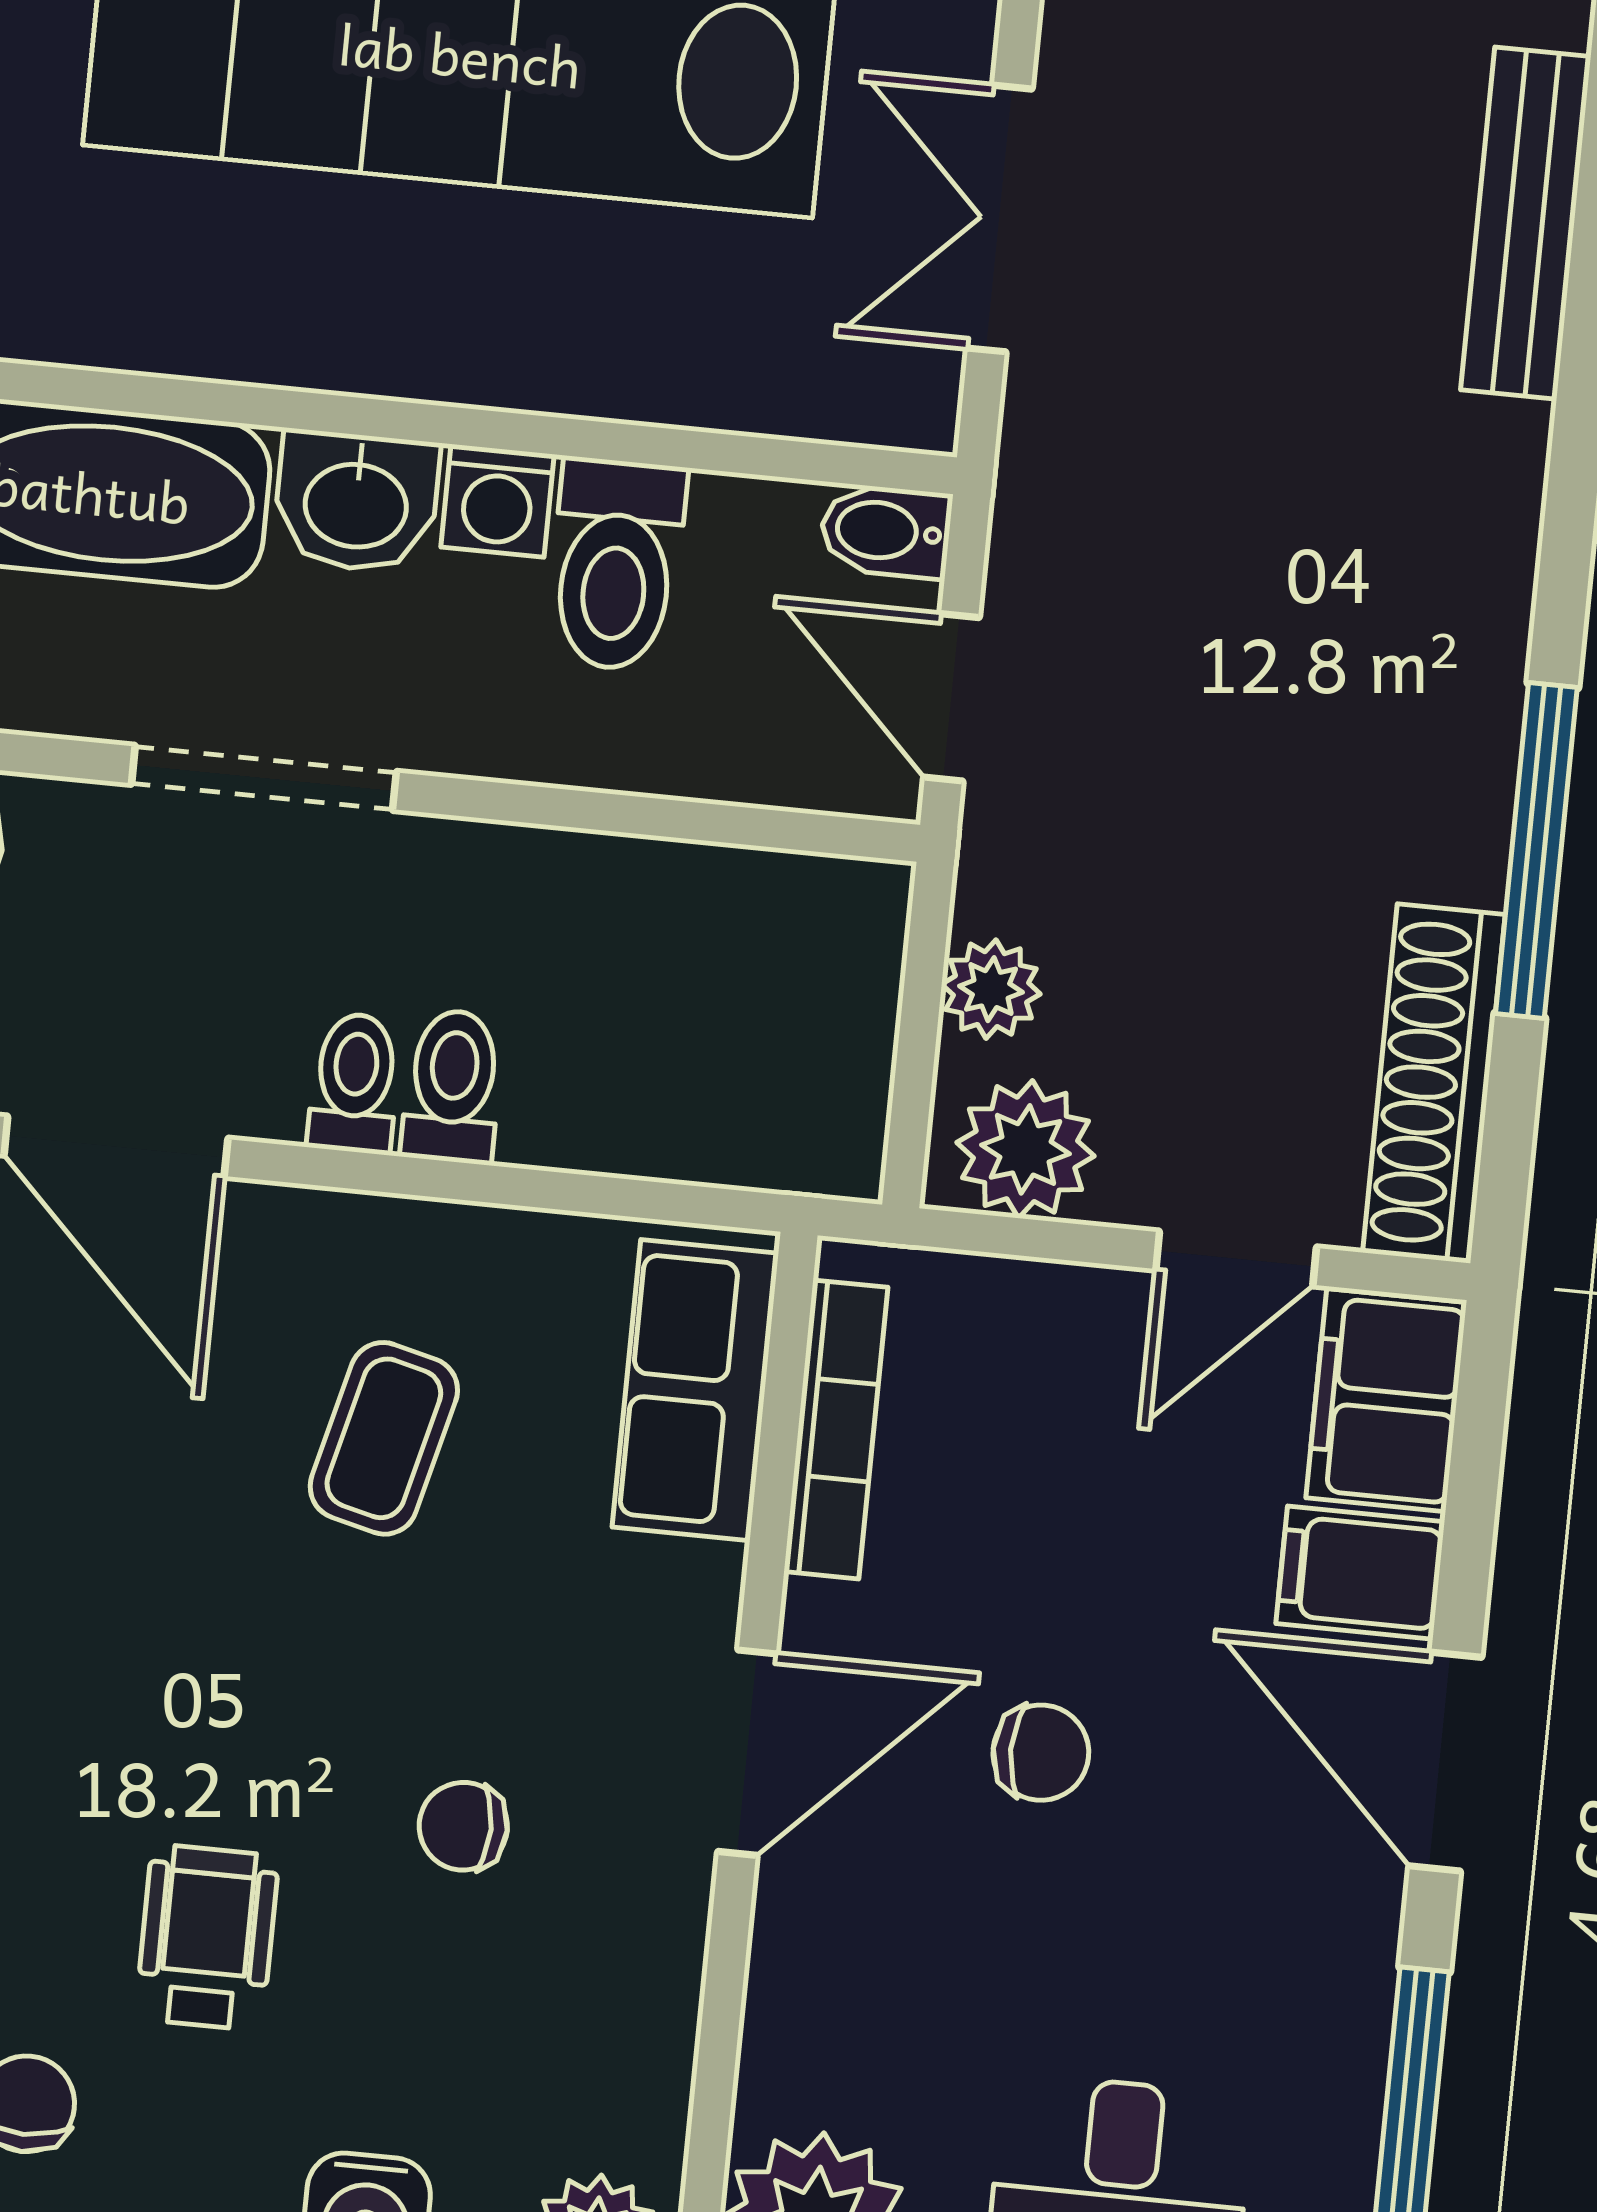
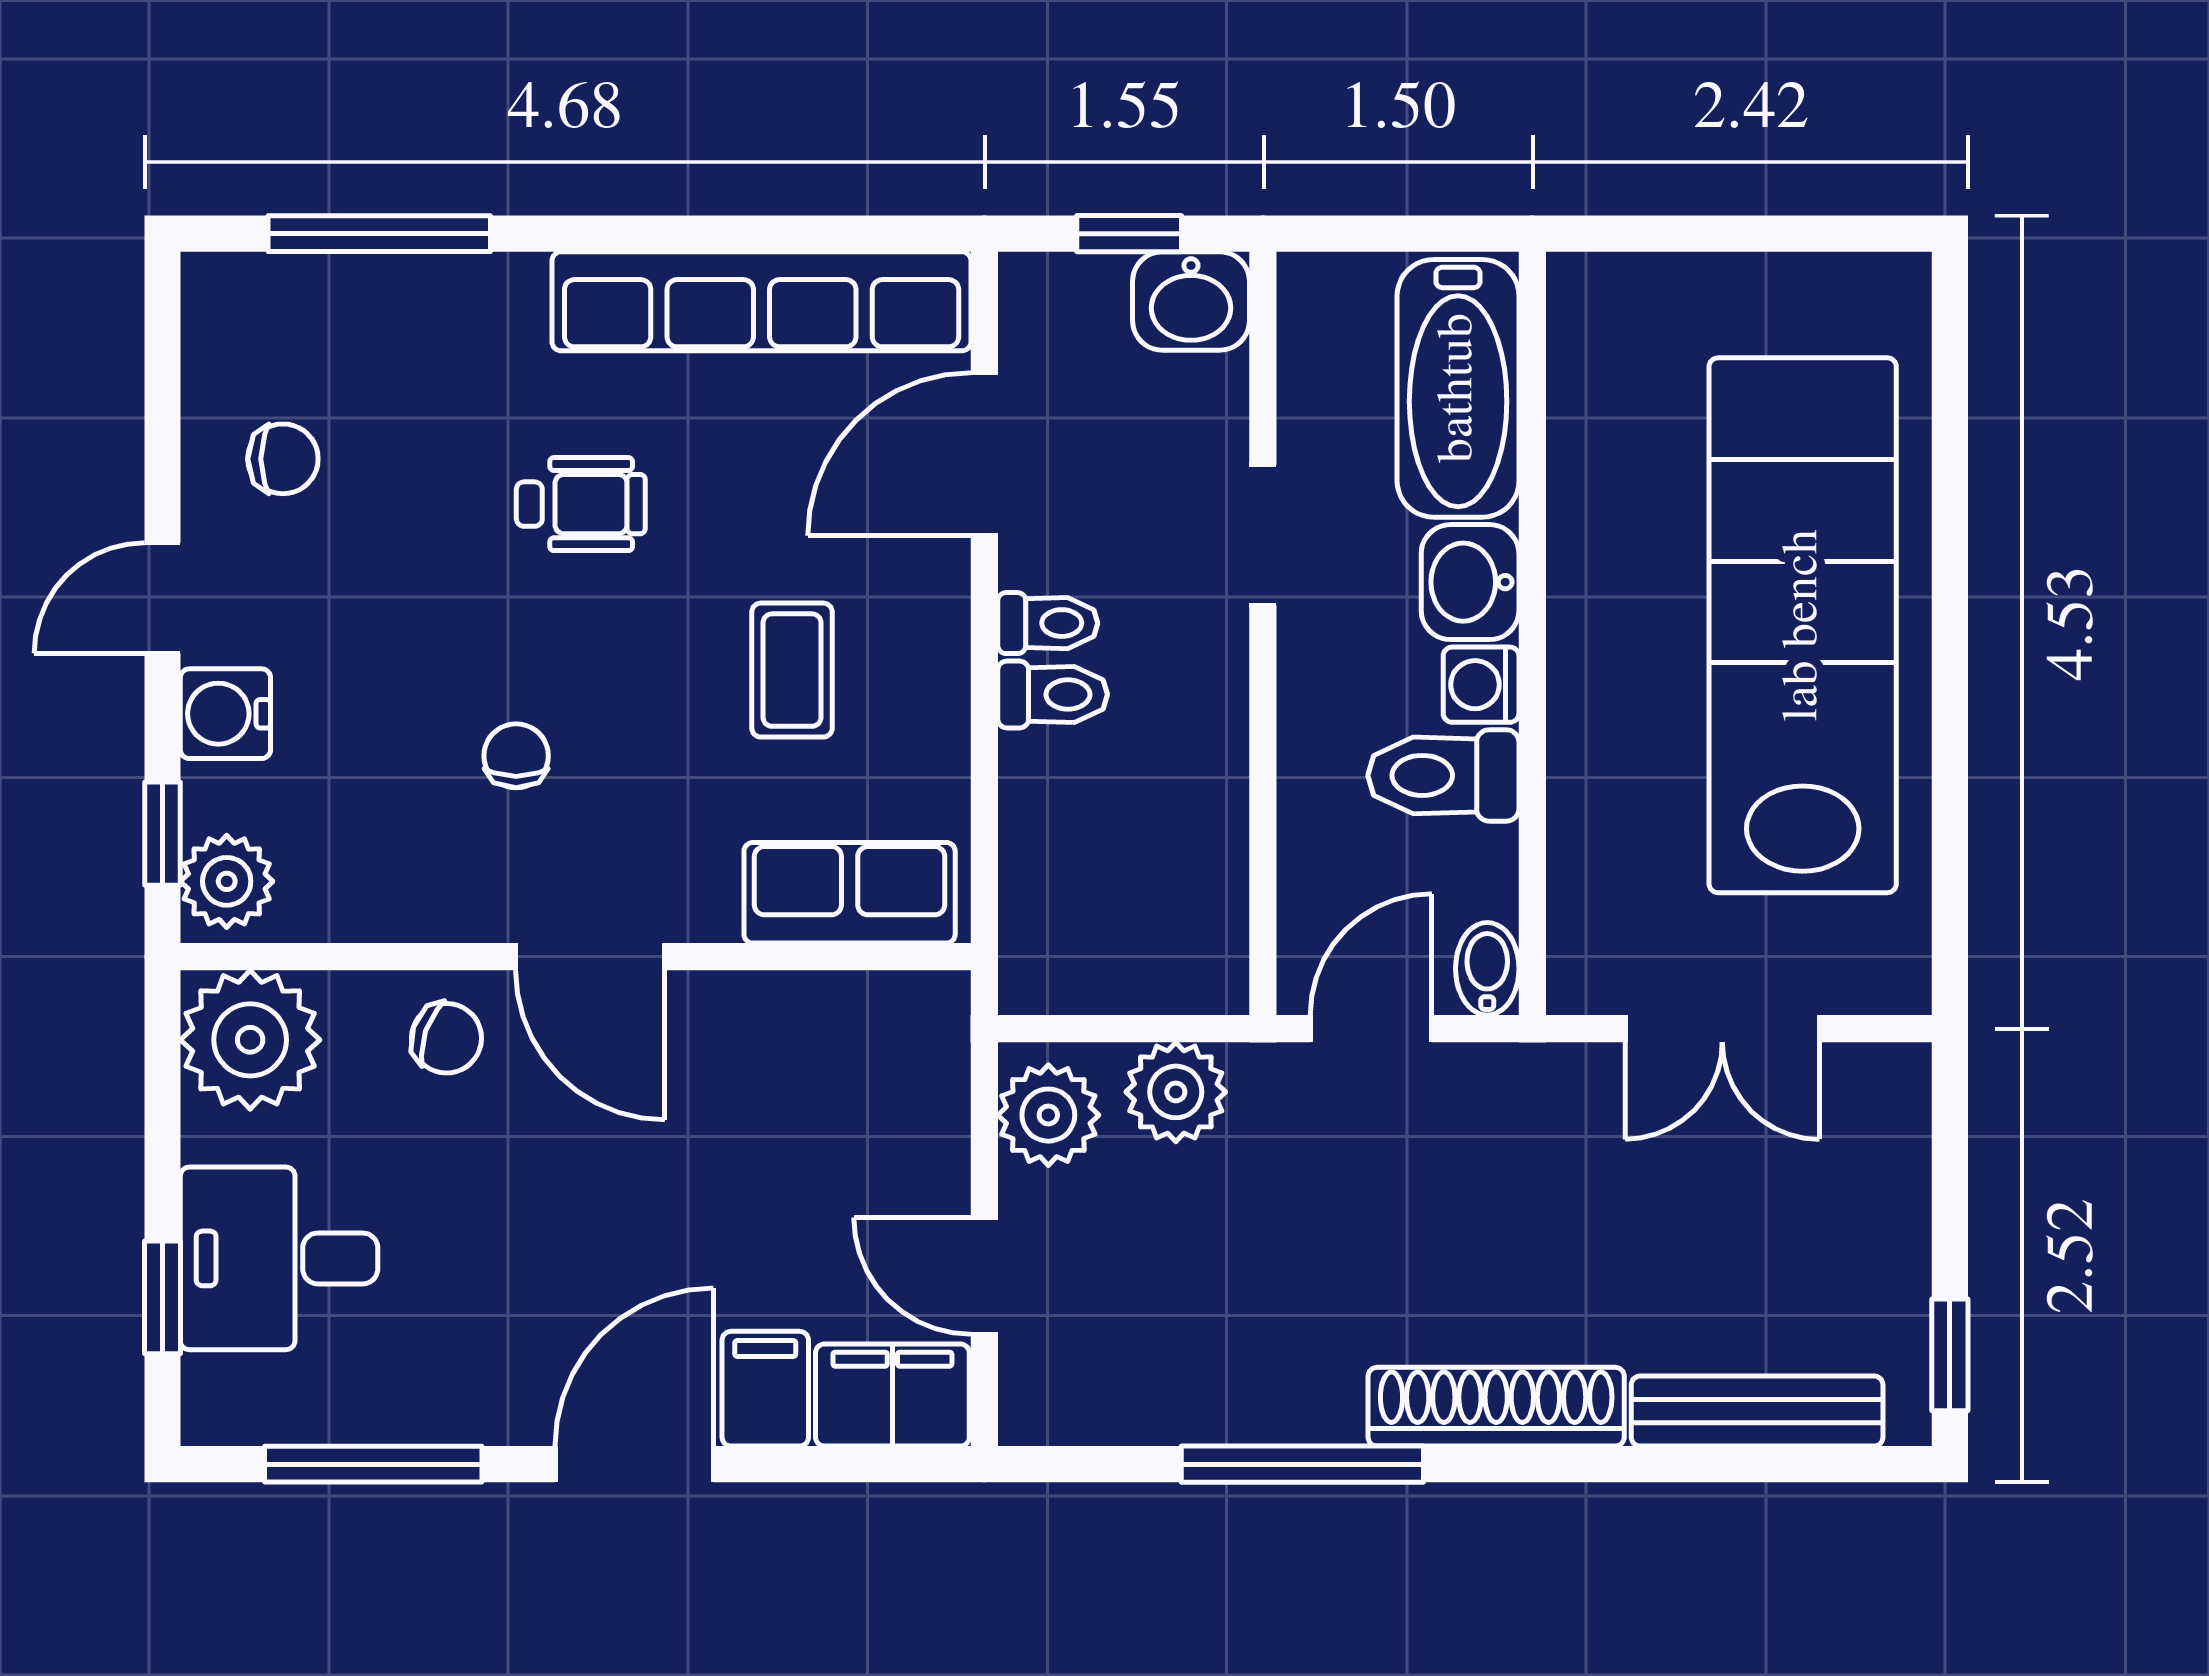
double door: (999, 219) -> (1722, 1029), swing flipped
doorway: (264, 778) -> (1263, 535), width x0.73
plant: (991, 989) -> (1176, 1092), width x1.38, depth x1.38
shoe rack: (1434, 1083) -> (1496, 1407), moved
bookcase: (836, 1429) -> (831, 998), removed
coffee table: (384, 1438) -> (792, 670), turned 76
chair: (1041, 1753) -> (447, 1038), moved, turned -71
wheelchair: (207, 1937) -> (581, 504), moved

